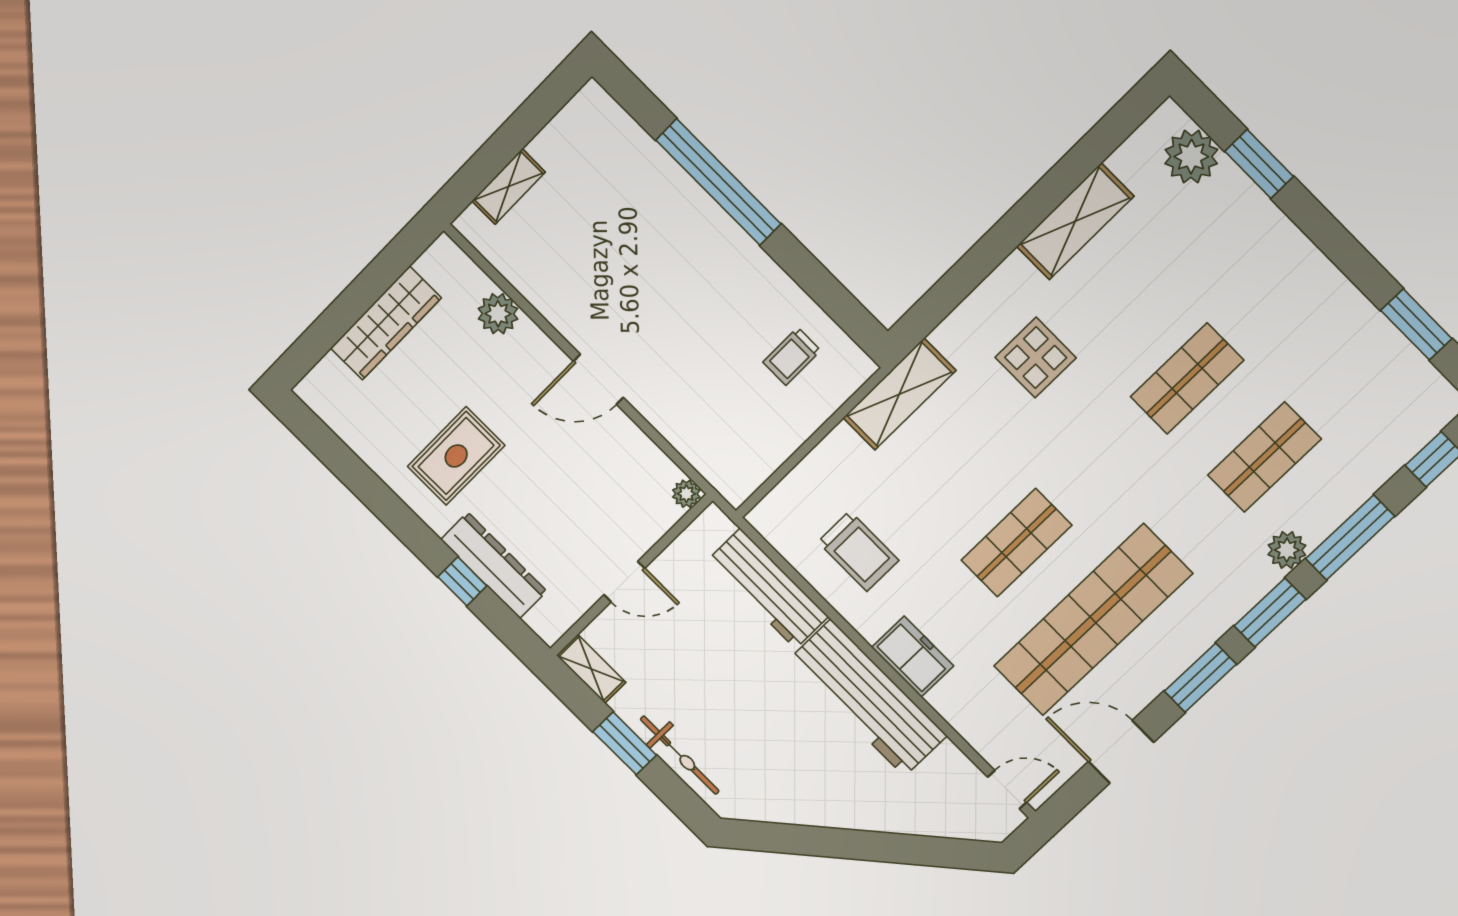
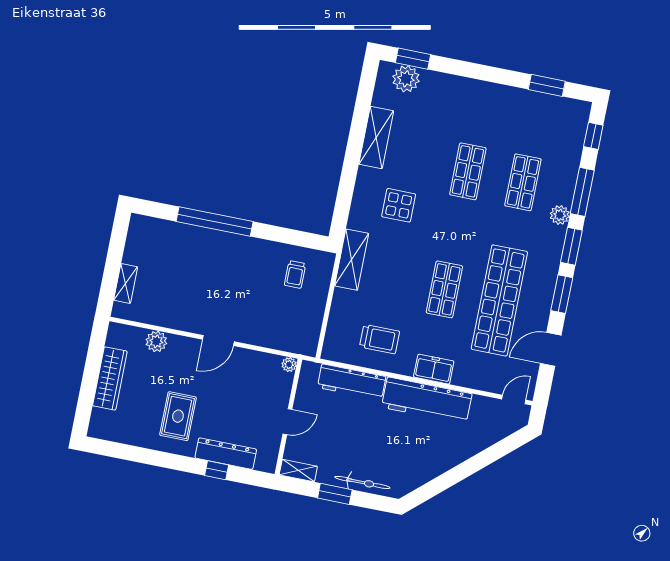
window: (1259, 164) -> (413, 59), moved

